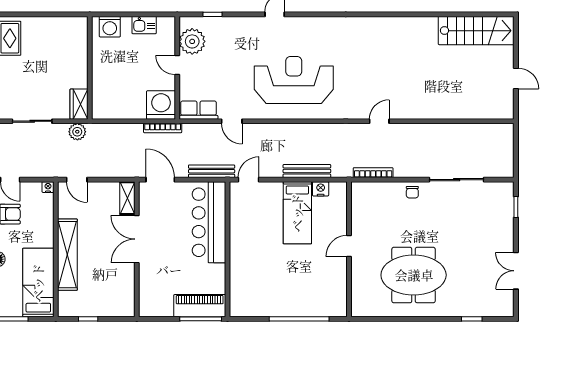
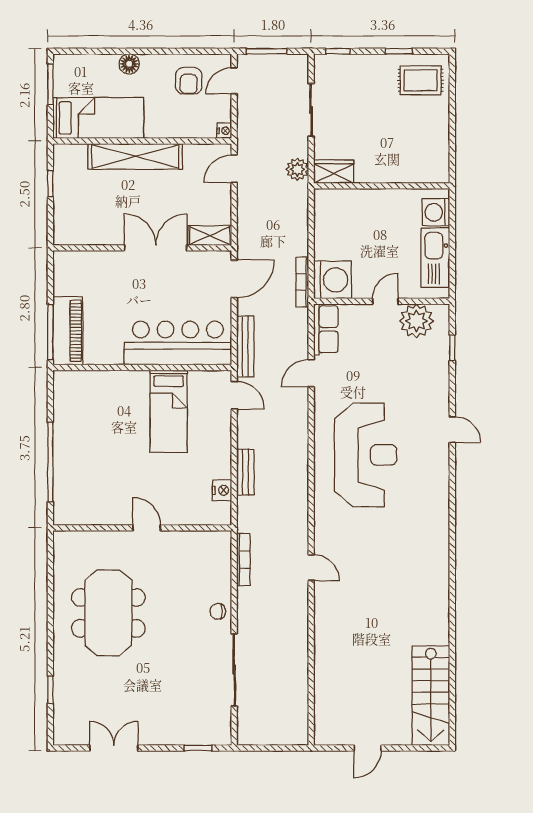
kitchen sink: (144, 25) -> (435, 258), width x1.87, depth x1.24
bench: (307, 171) -> (245, 472), width x0.73
bed: (297, 213) -> (169, 411), moved, turned -90

